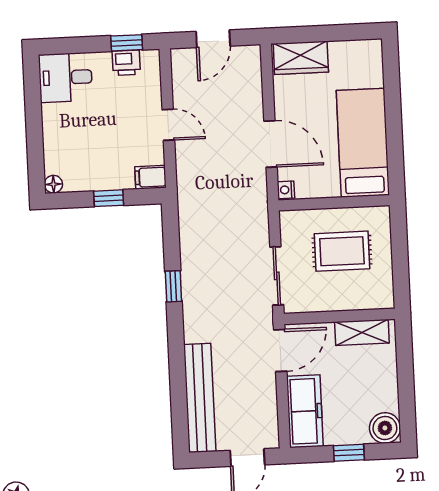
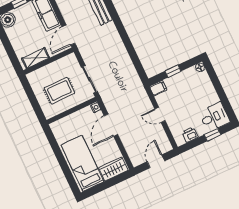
window: (127, 43) -> (212, 135), moved
bed: (363, 143) -> (82, 163), moved, turned 180
door: (271, 144) -> (111, 125), hinge flipped
sliding door: (277, 276) -> (89, 79), moved
window: (173, 286) -> (128, 44), removed

